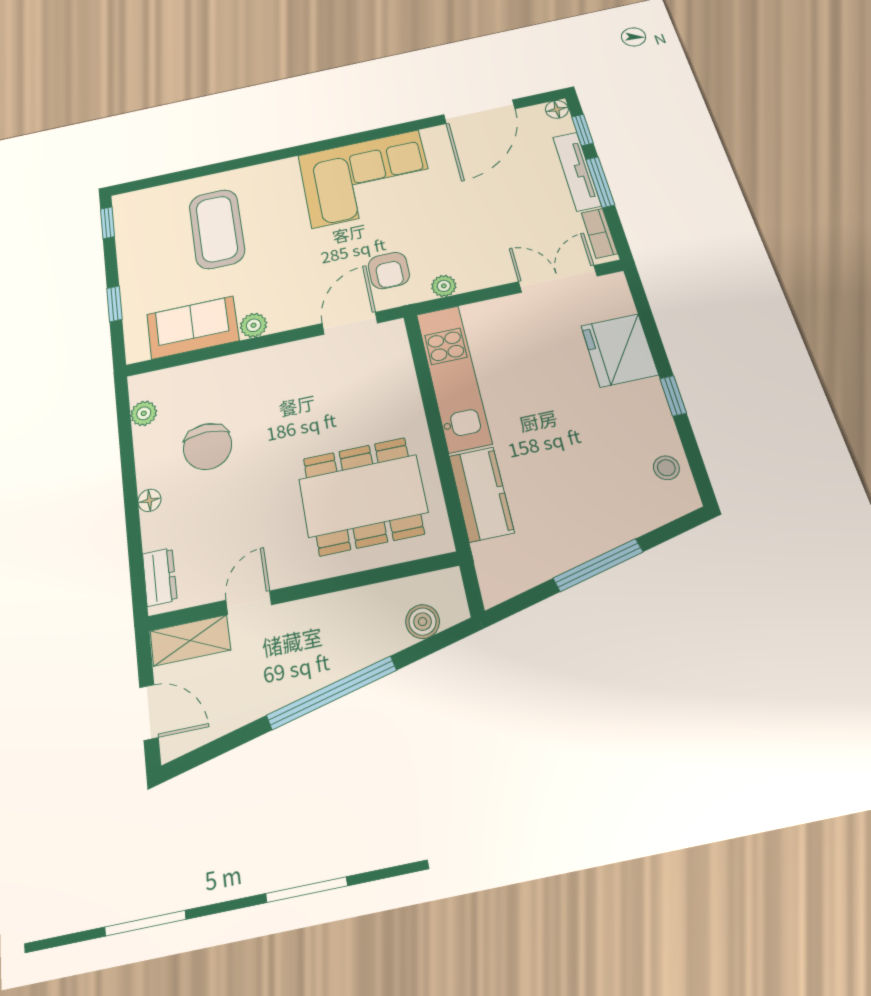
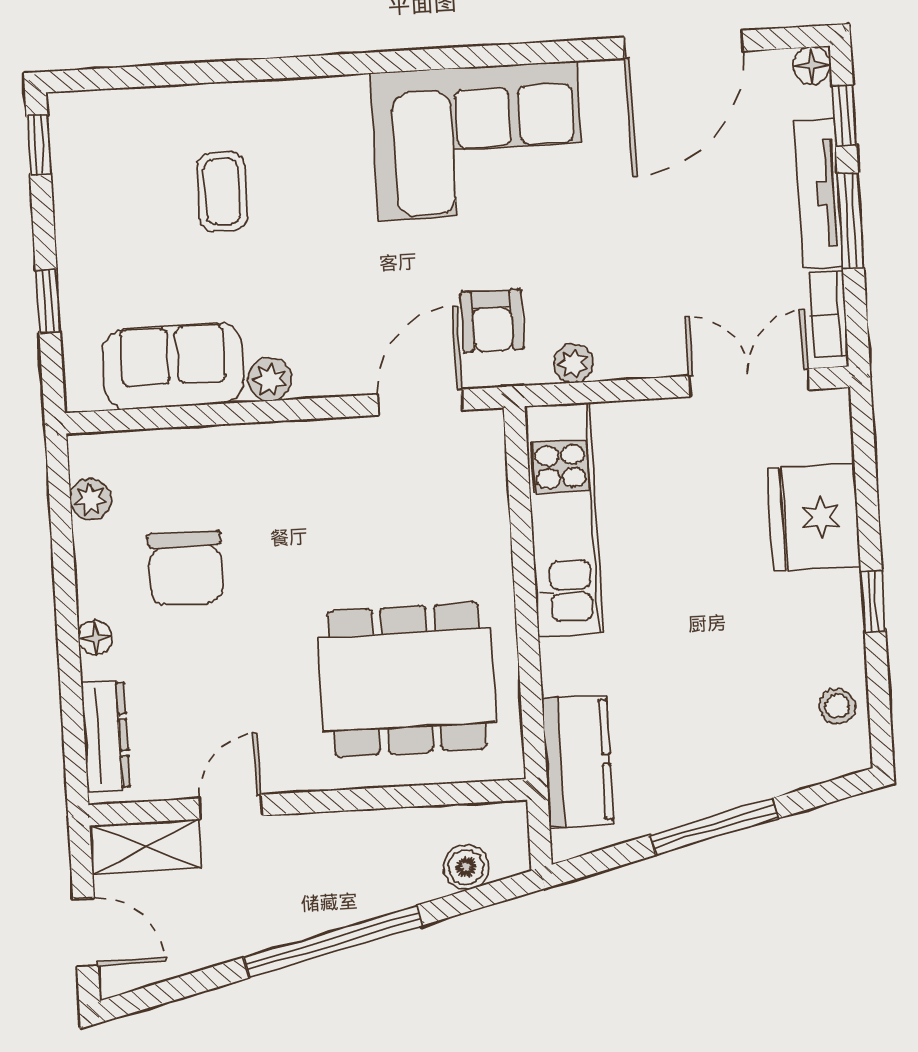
coffee table: (217, 229) -> (222, 192), width x0.54, depth x0.58
kitchen counter: (481, 494) -> (578, 761), moved
dresser: (160, 577) -> (106, 736), width x1.44

